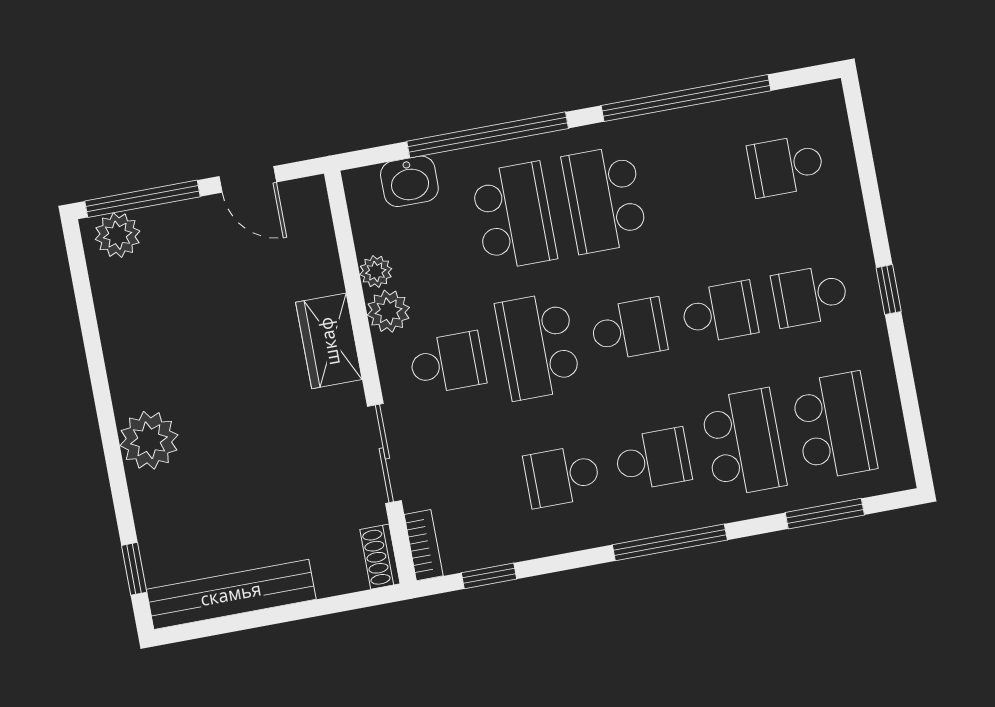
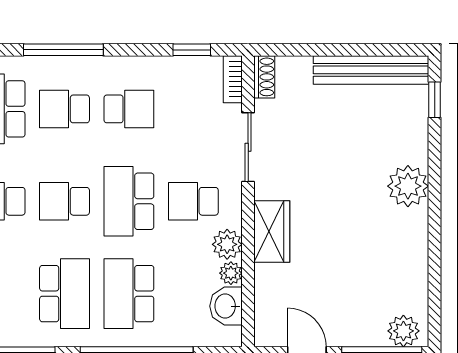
washbasin: (409, 181) -> (226, 306), moved, turned -90
school desk: (538, 346) -> (129, 201), turned 180

